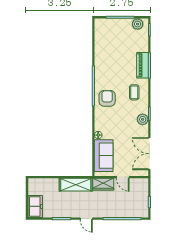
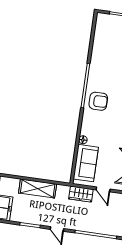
armchair: (107, 98) -> (98, 101), turned 90
shelving: (76, 185) -> (38, 189), moved

